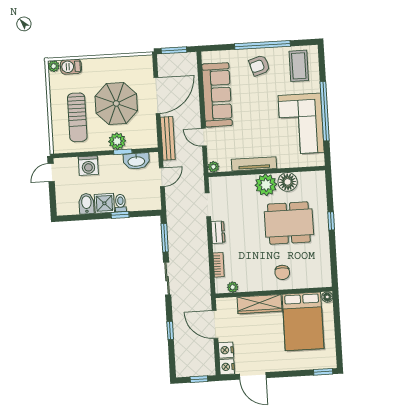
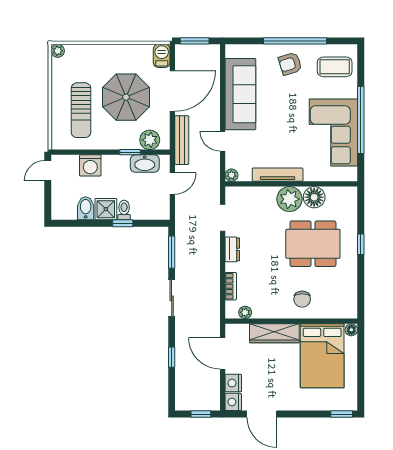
coffee table: (299, 66) -> (335, 67), turned 90
barbecue: (71, 67) -> (162, 56), moved, turned 90
plant: (117, 141) -> (150, 140), moved

